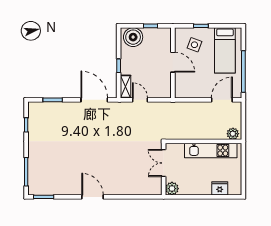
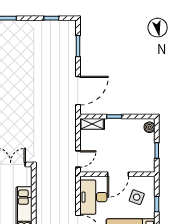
boiler: (133, 37) -> (149, 127), width x0.54, depth x0.54
desk: (194, 85) -> (93, 197), added
door: (140, 100) -> (78, 159), moved

